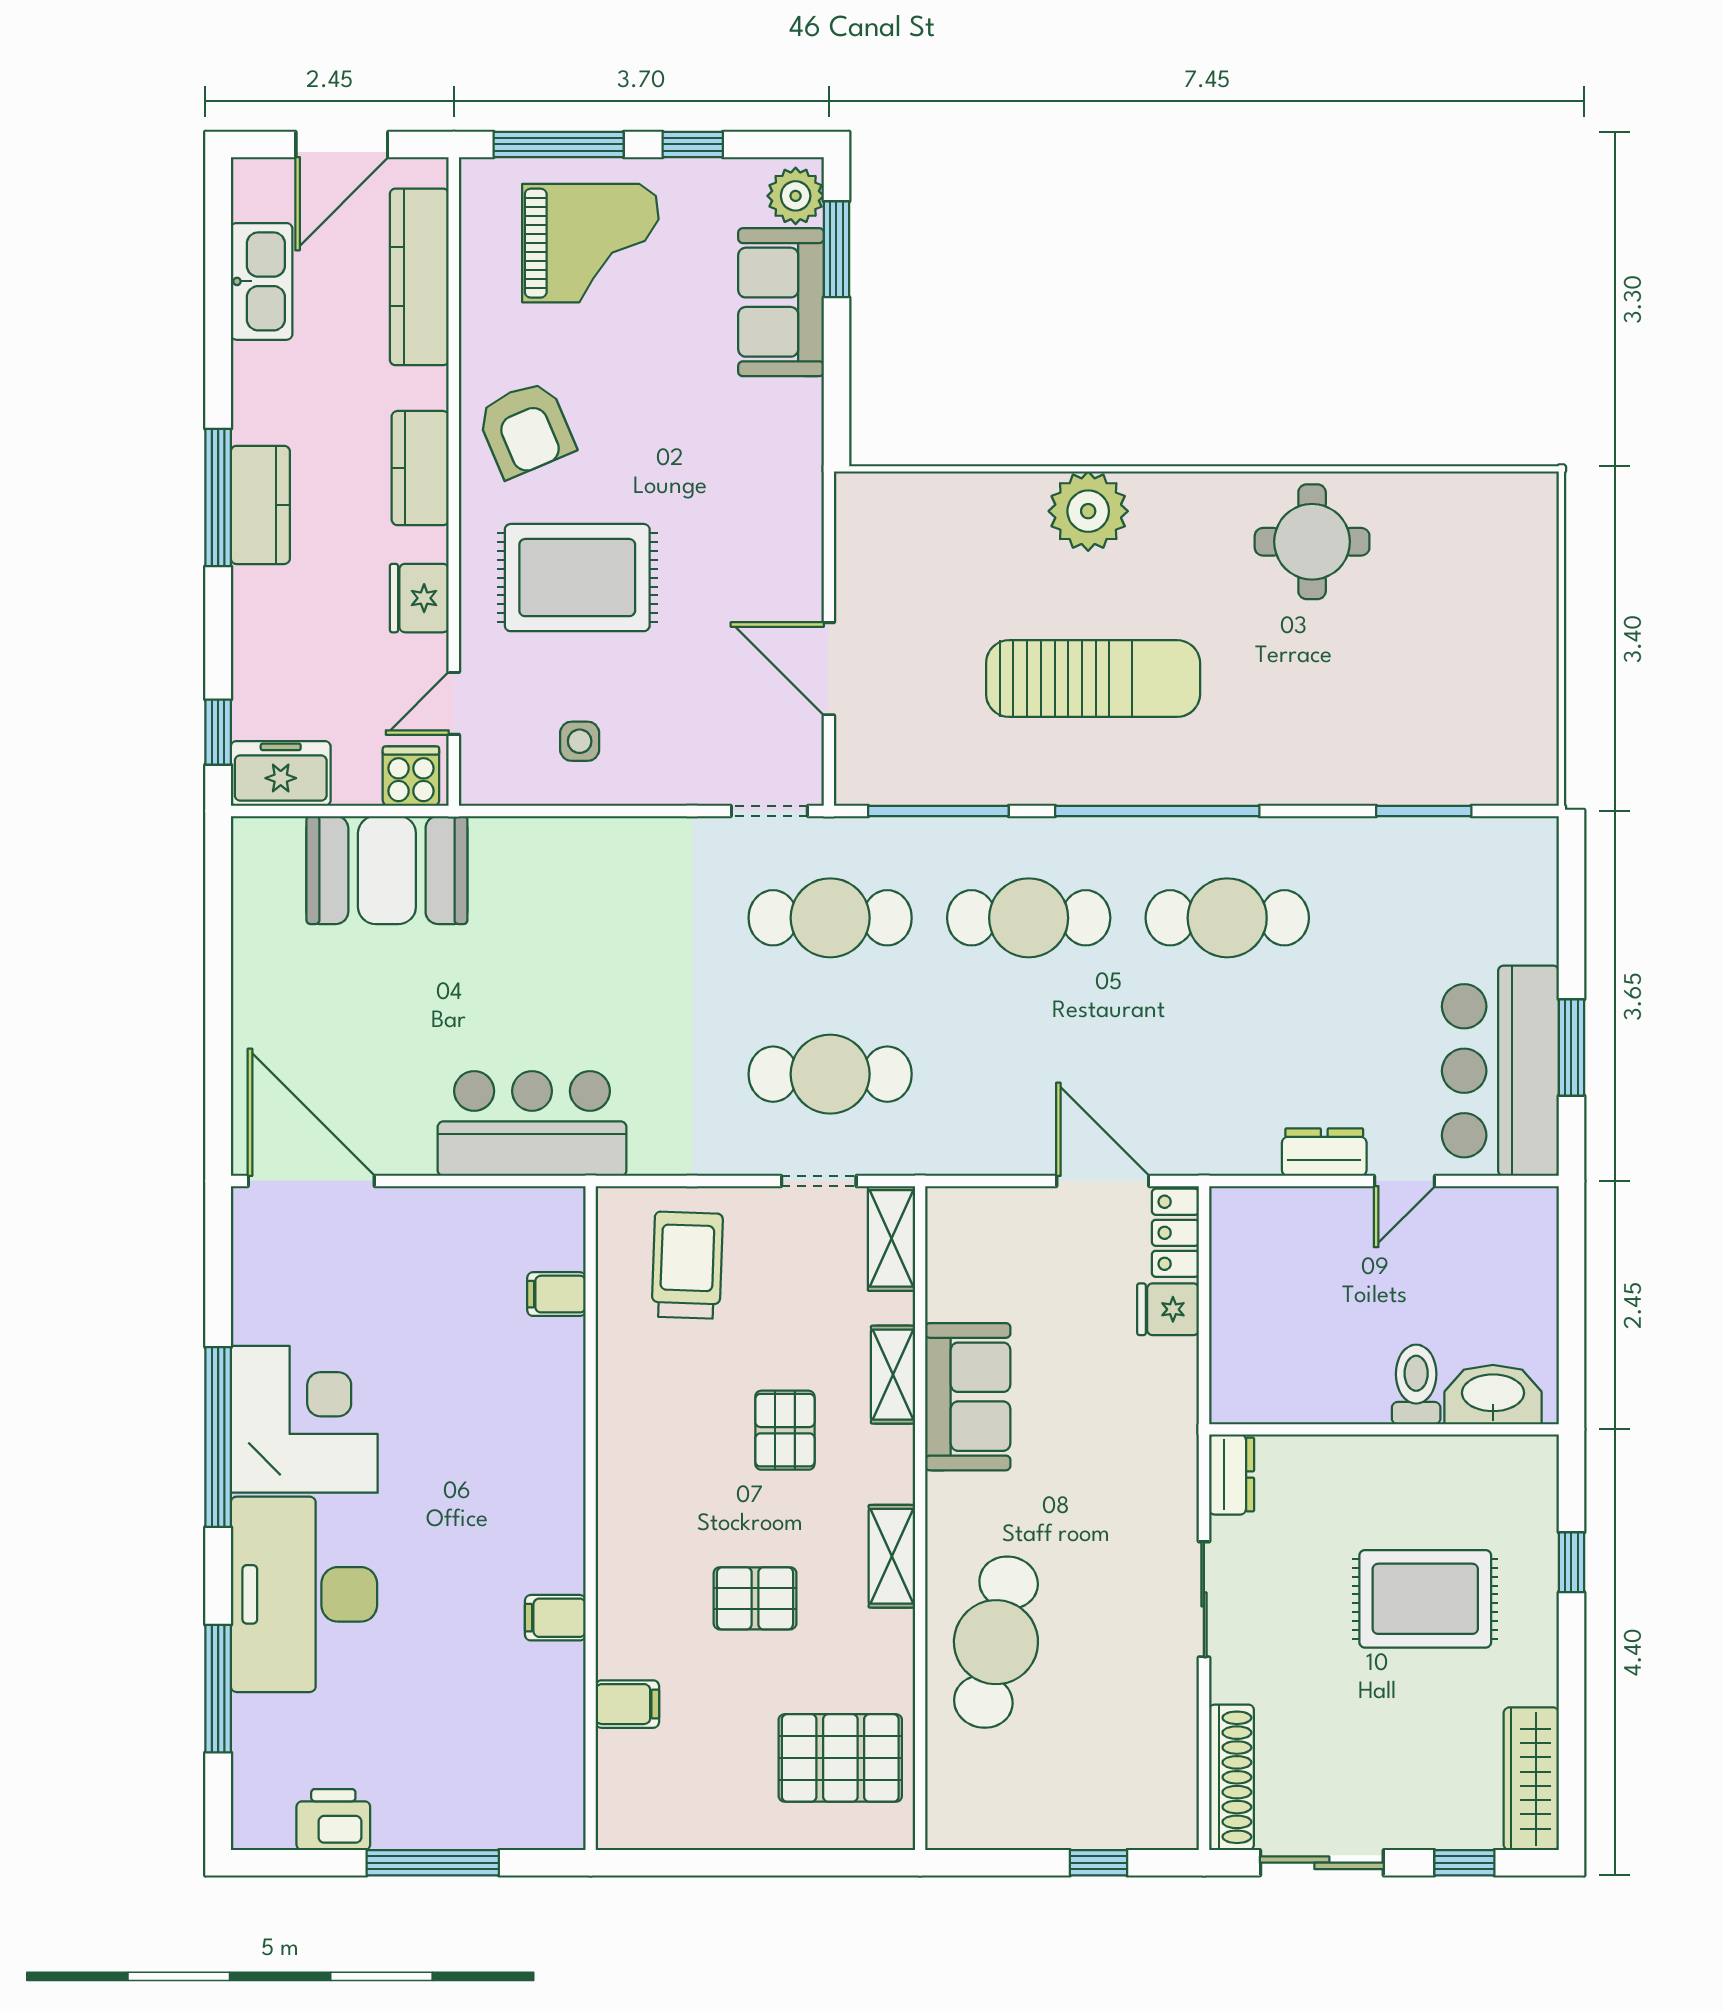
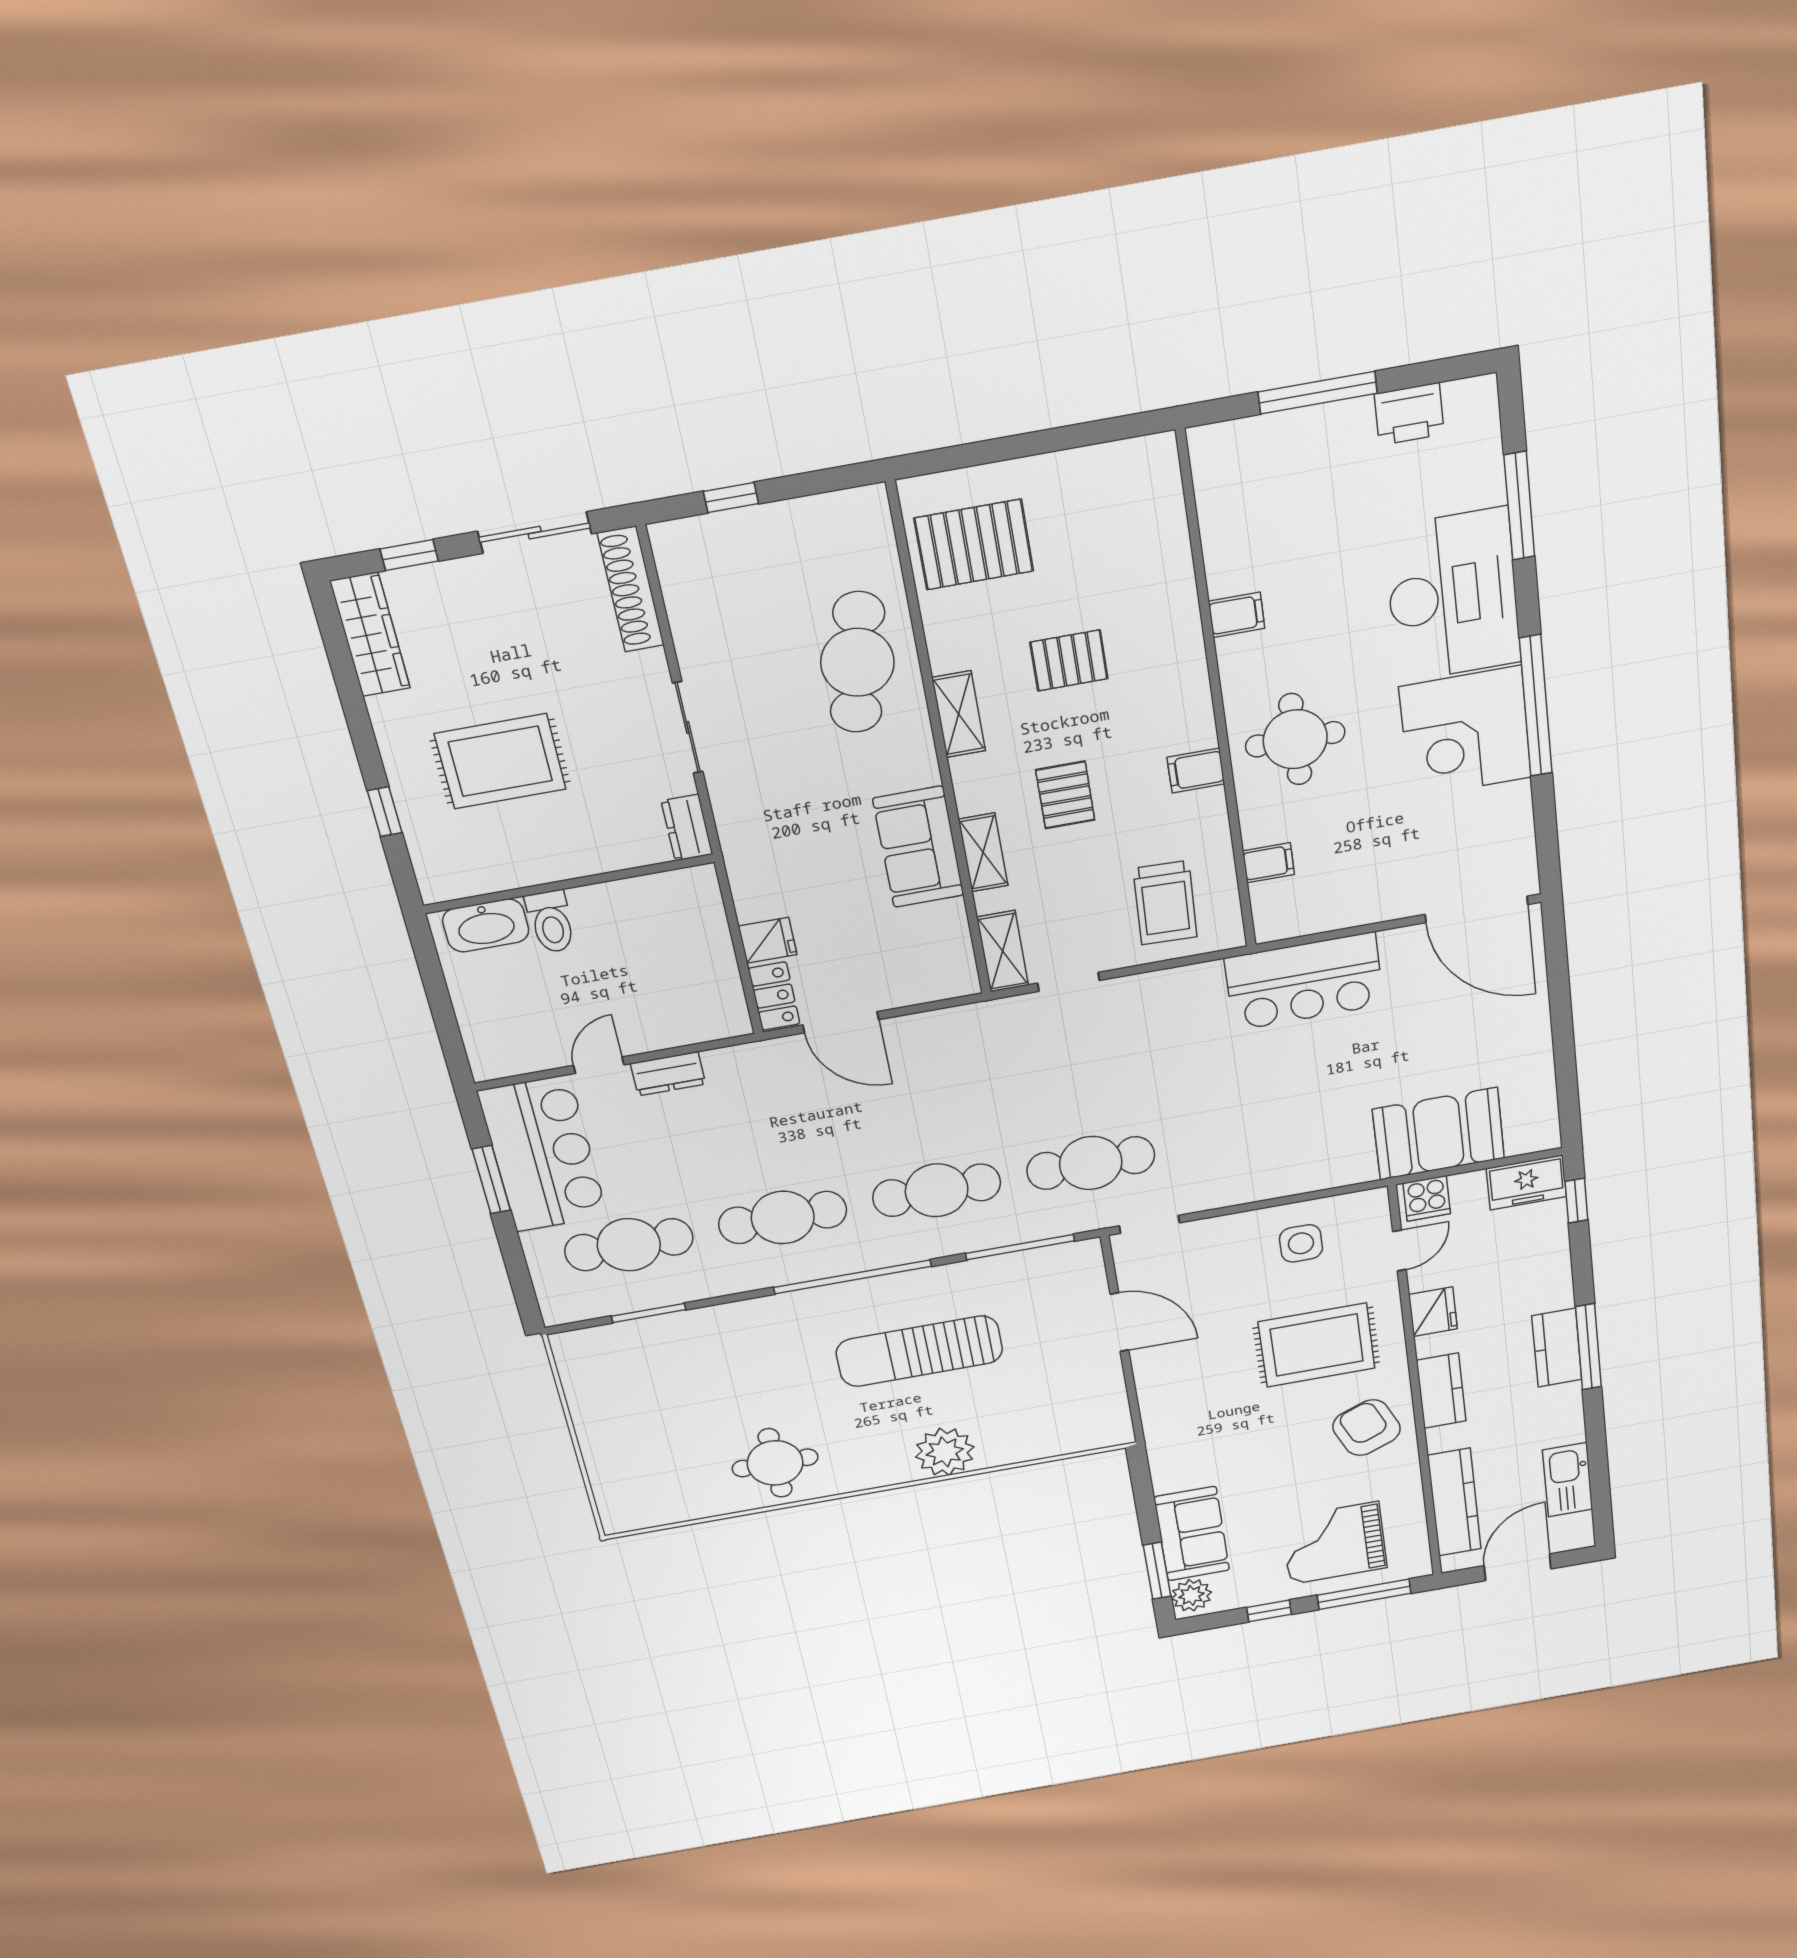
side table: (580, 741) -> (1301, 1243), width x1.37, depth x1.37
cafe table: (830, 1074) -> (629, 1245), moved
round table: (506, 1449) -> (1295, 739), added
filing cabinet: (627, 1704) -> (1196, 771), moved

